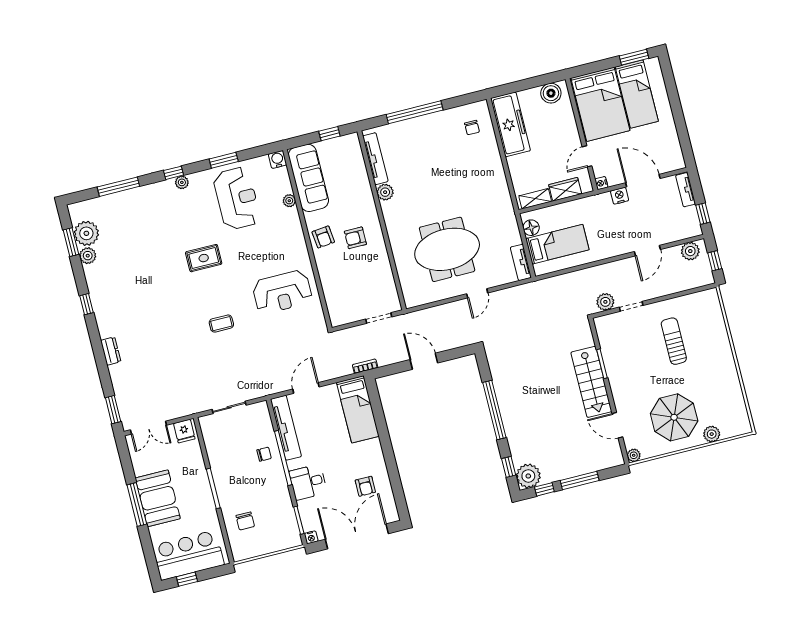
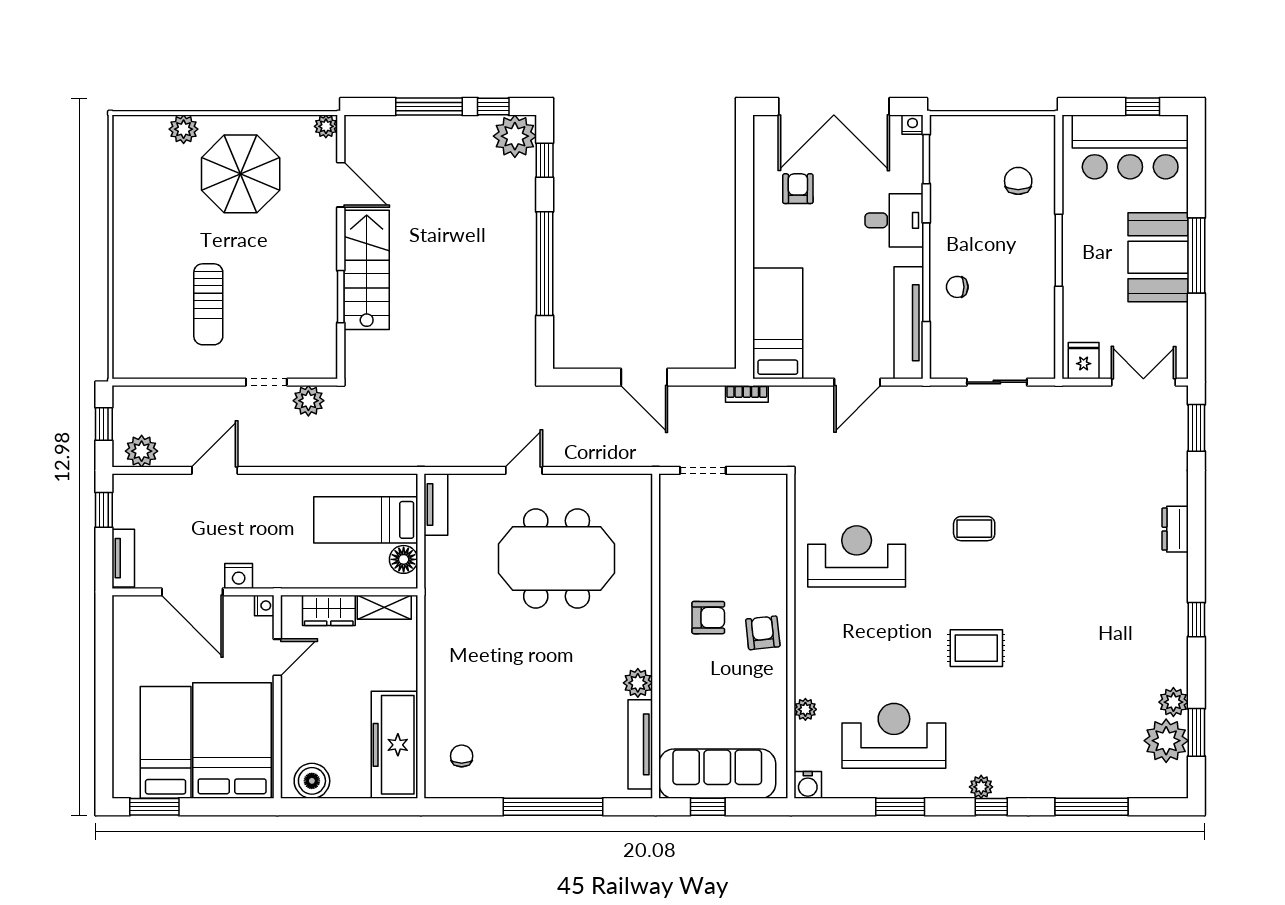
sofa: (308, 178) -> (717, 774), moved, turned 90
reception desk: (237, 198) -> (894, 736), turned 90

